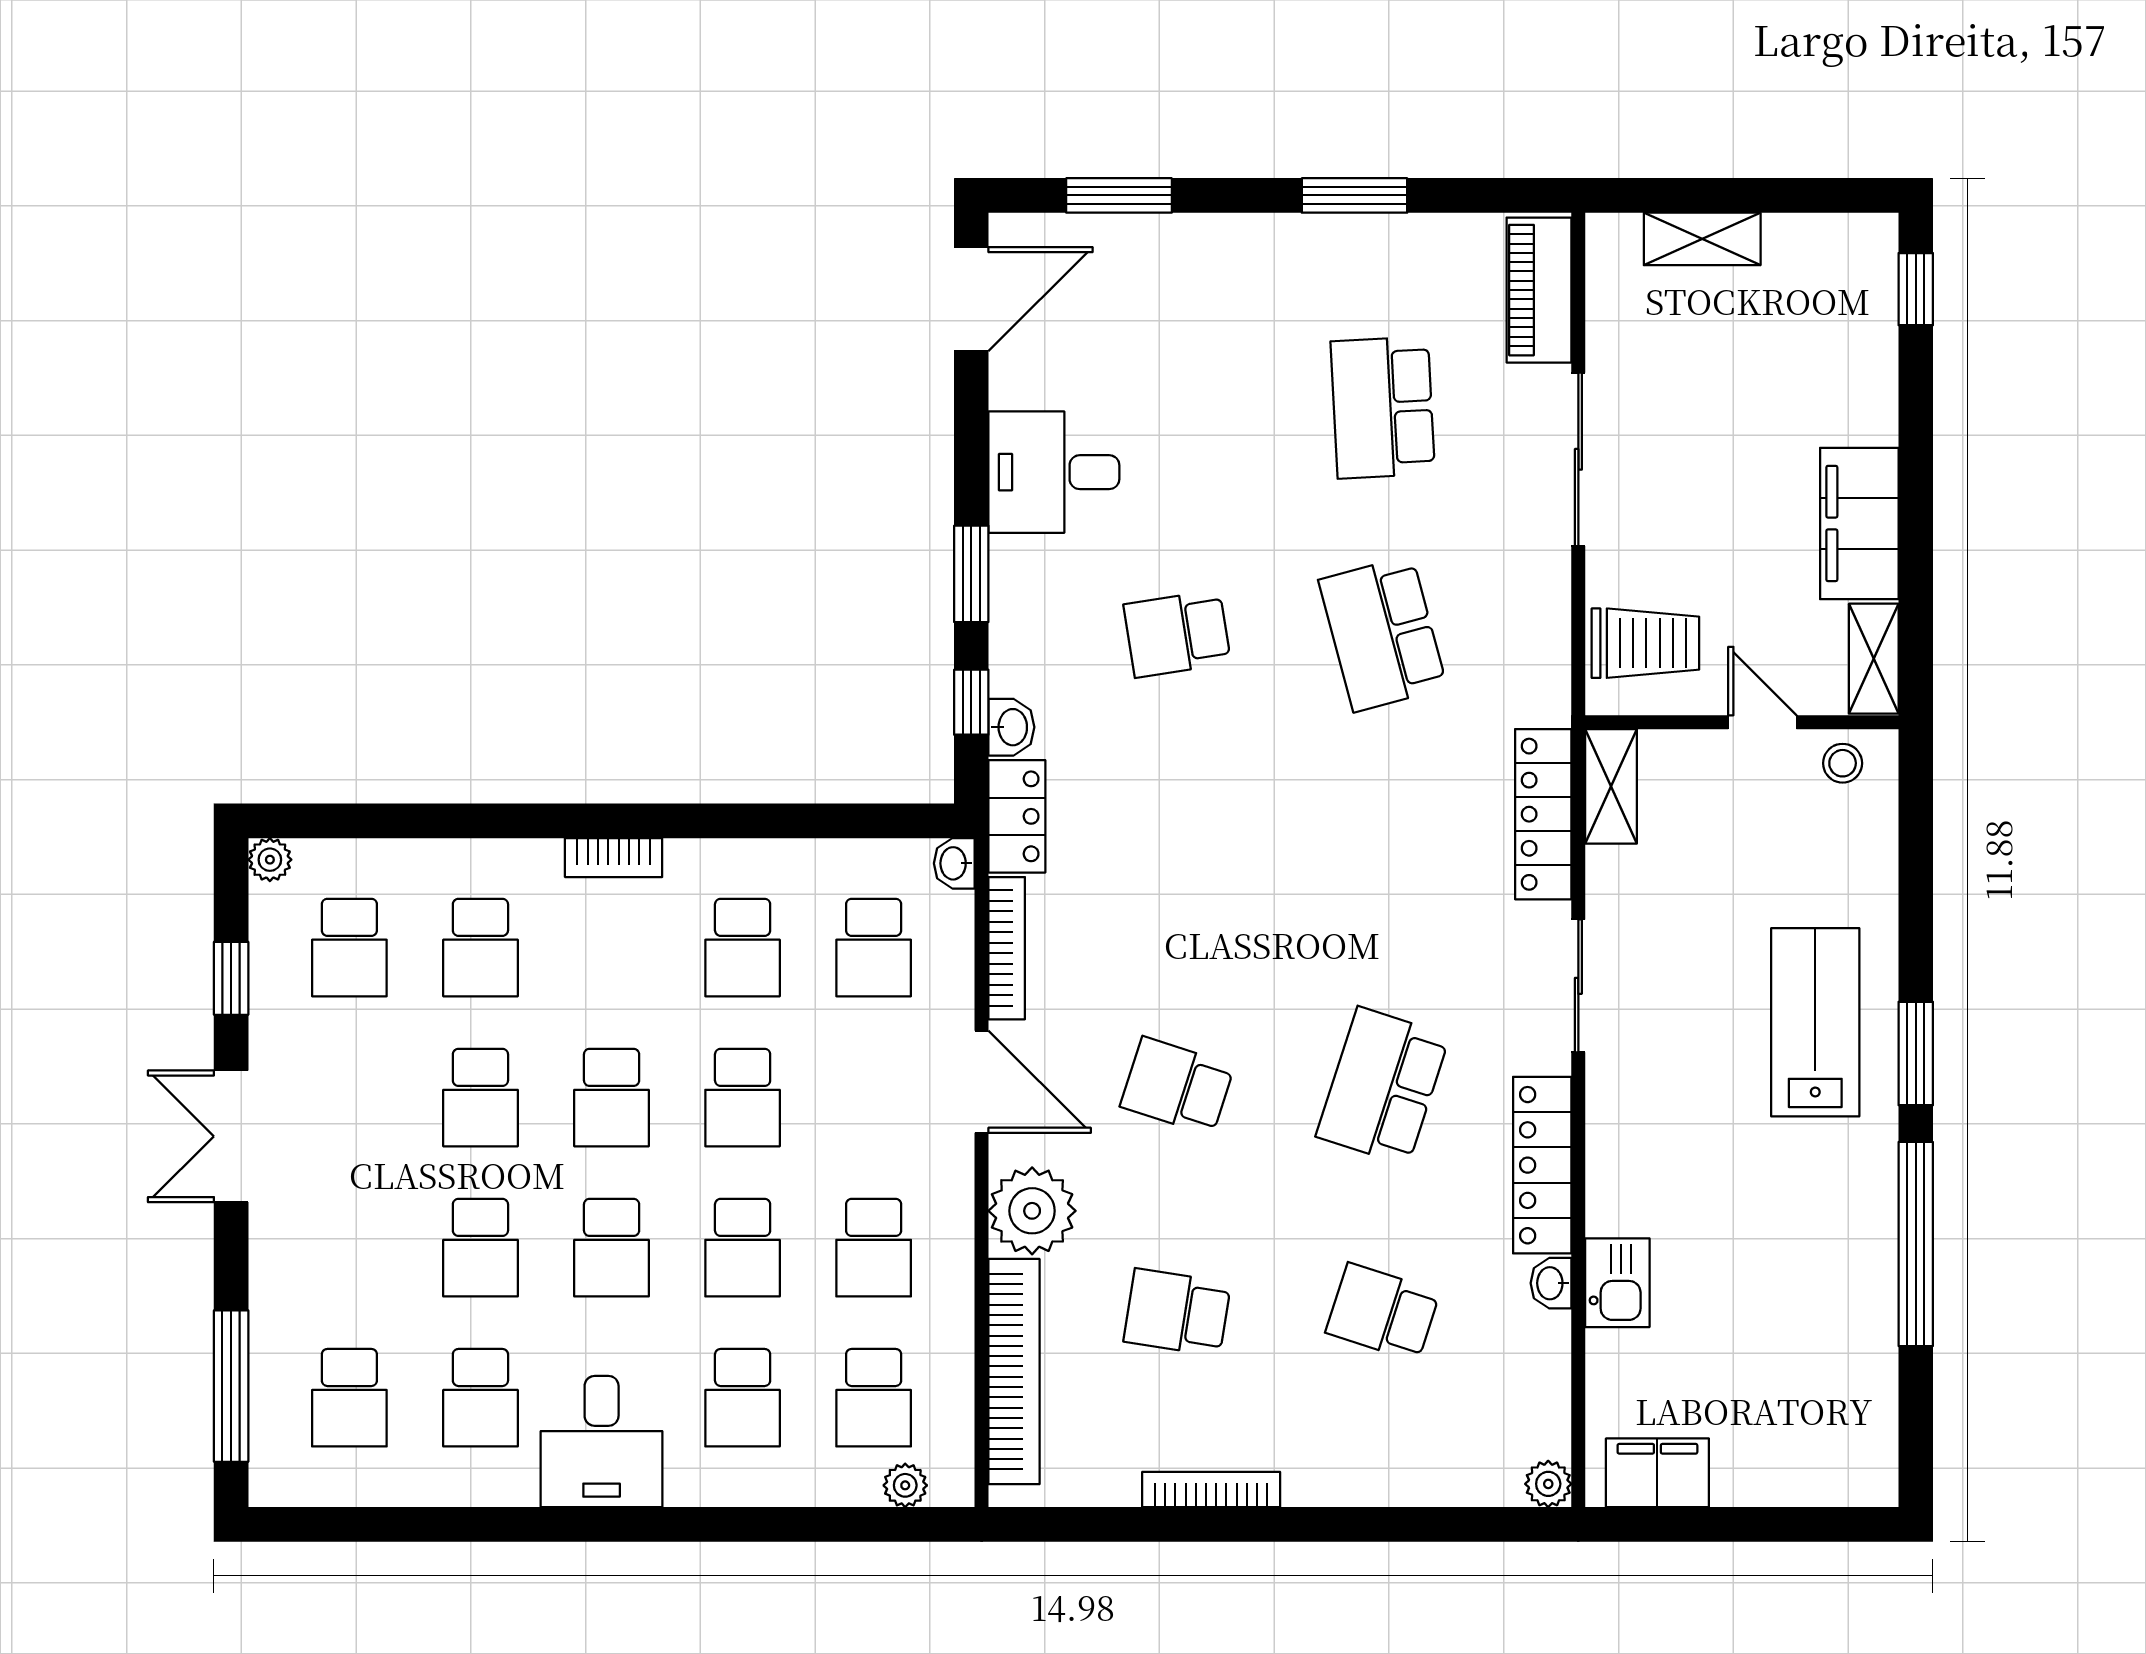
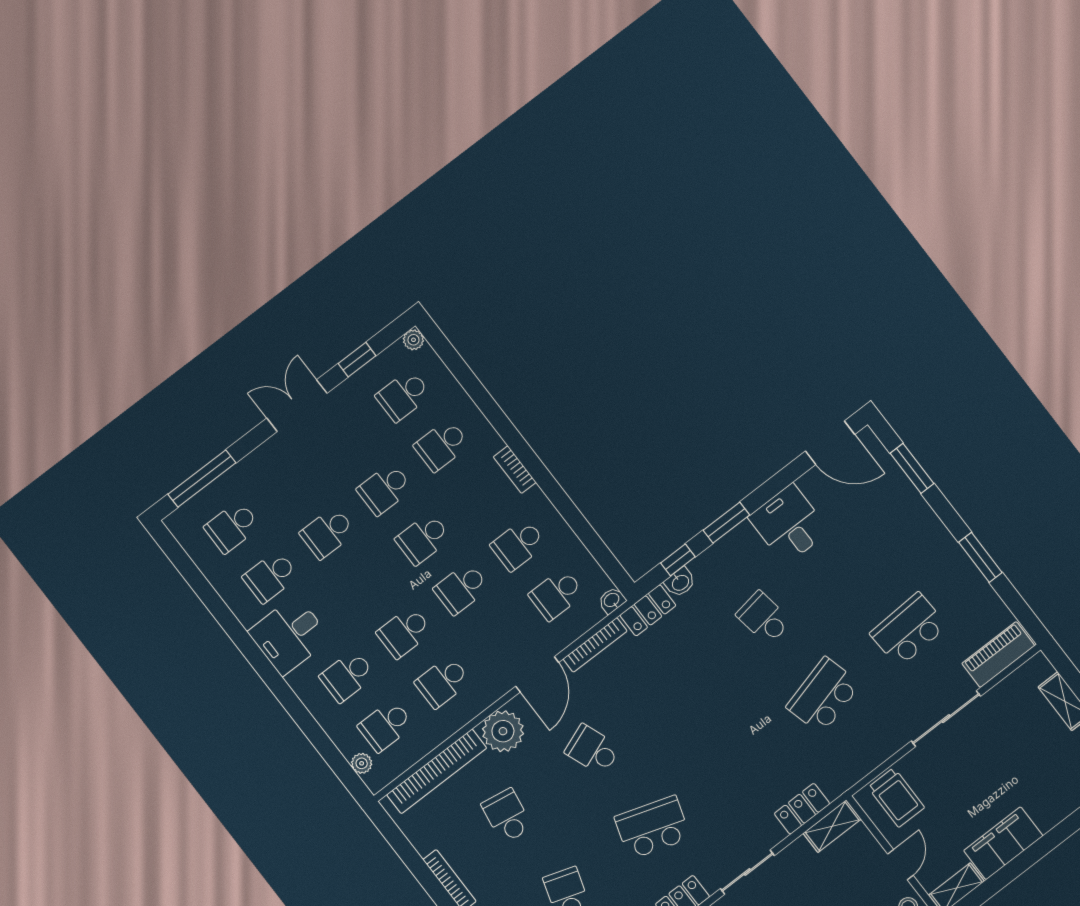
locker: (1543, 814) -> (802, 809), width x0.66
school desk: (1177, 1086) -> (593, 750), turned -39
school desk: (612, 1248) -> (366, 583), removed

